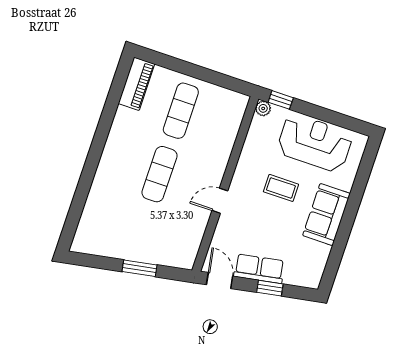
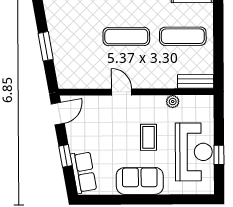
window: (281, 100) -> (219, 155), moved
plant: (263, 108) -> (173, 102), moved
bench: (236, 114) -> (196, 81), added
row of seats: (259, 269) -> (83, 172), moved

